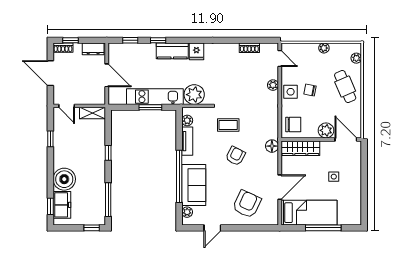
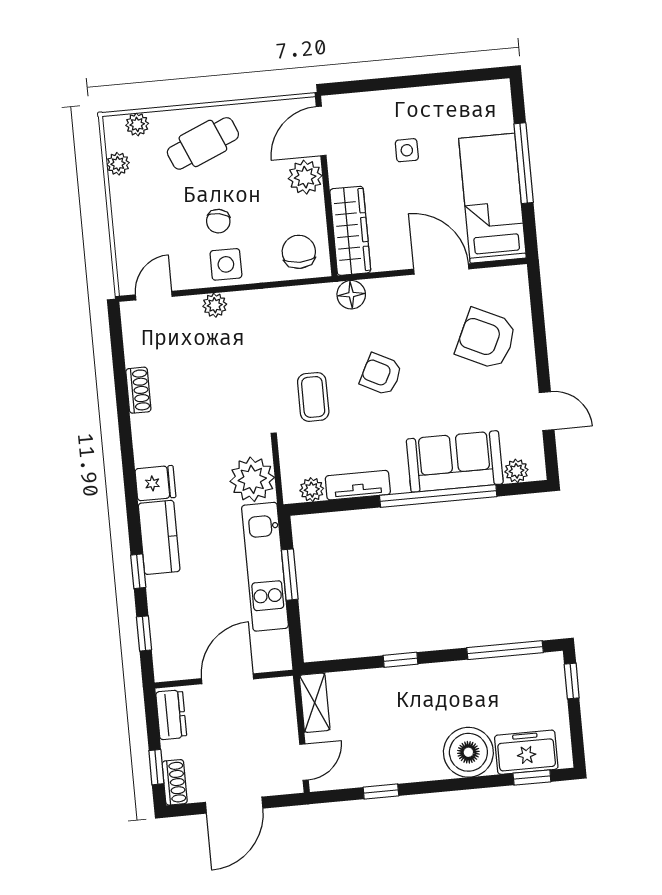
shoe rack: (249, 48) -> (138, 390), moved
plant: (324, 48) -> (118, 164), moved

